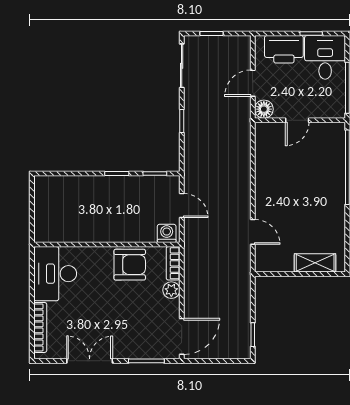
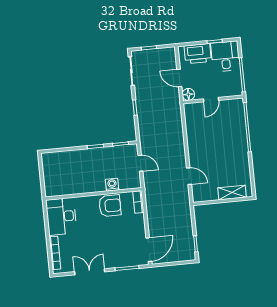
door: (253, 83) -> (179, 78), hinge flipped
washing machine: (167, 233) -> (112, 185), moved
plant: (171, 290) -> (139, 220), removed

